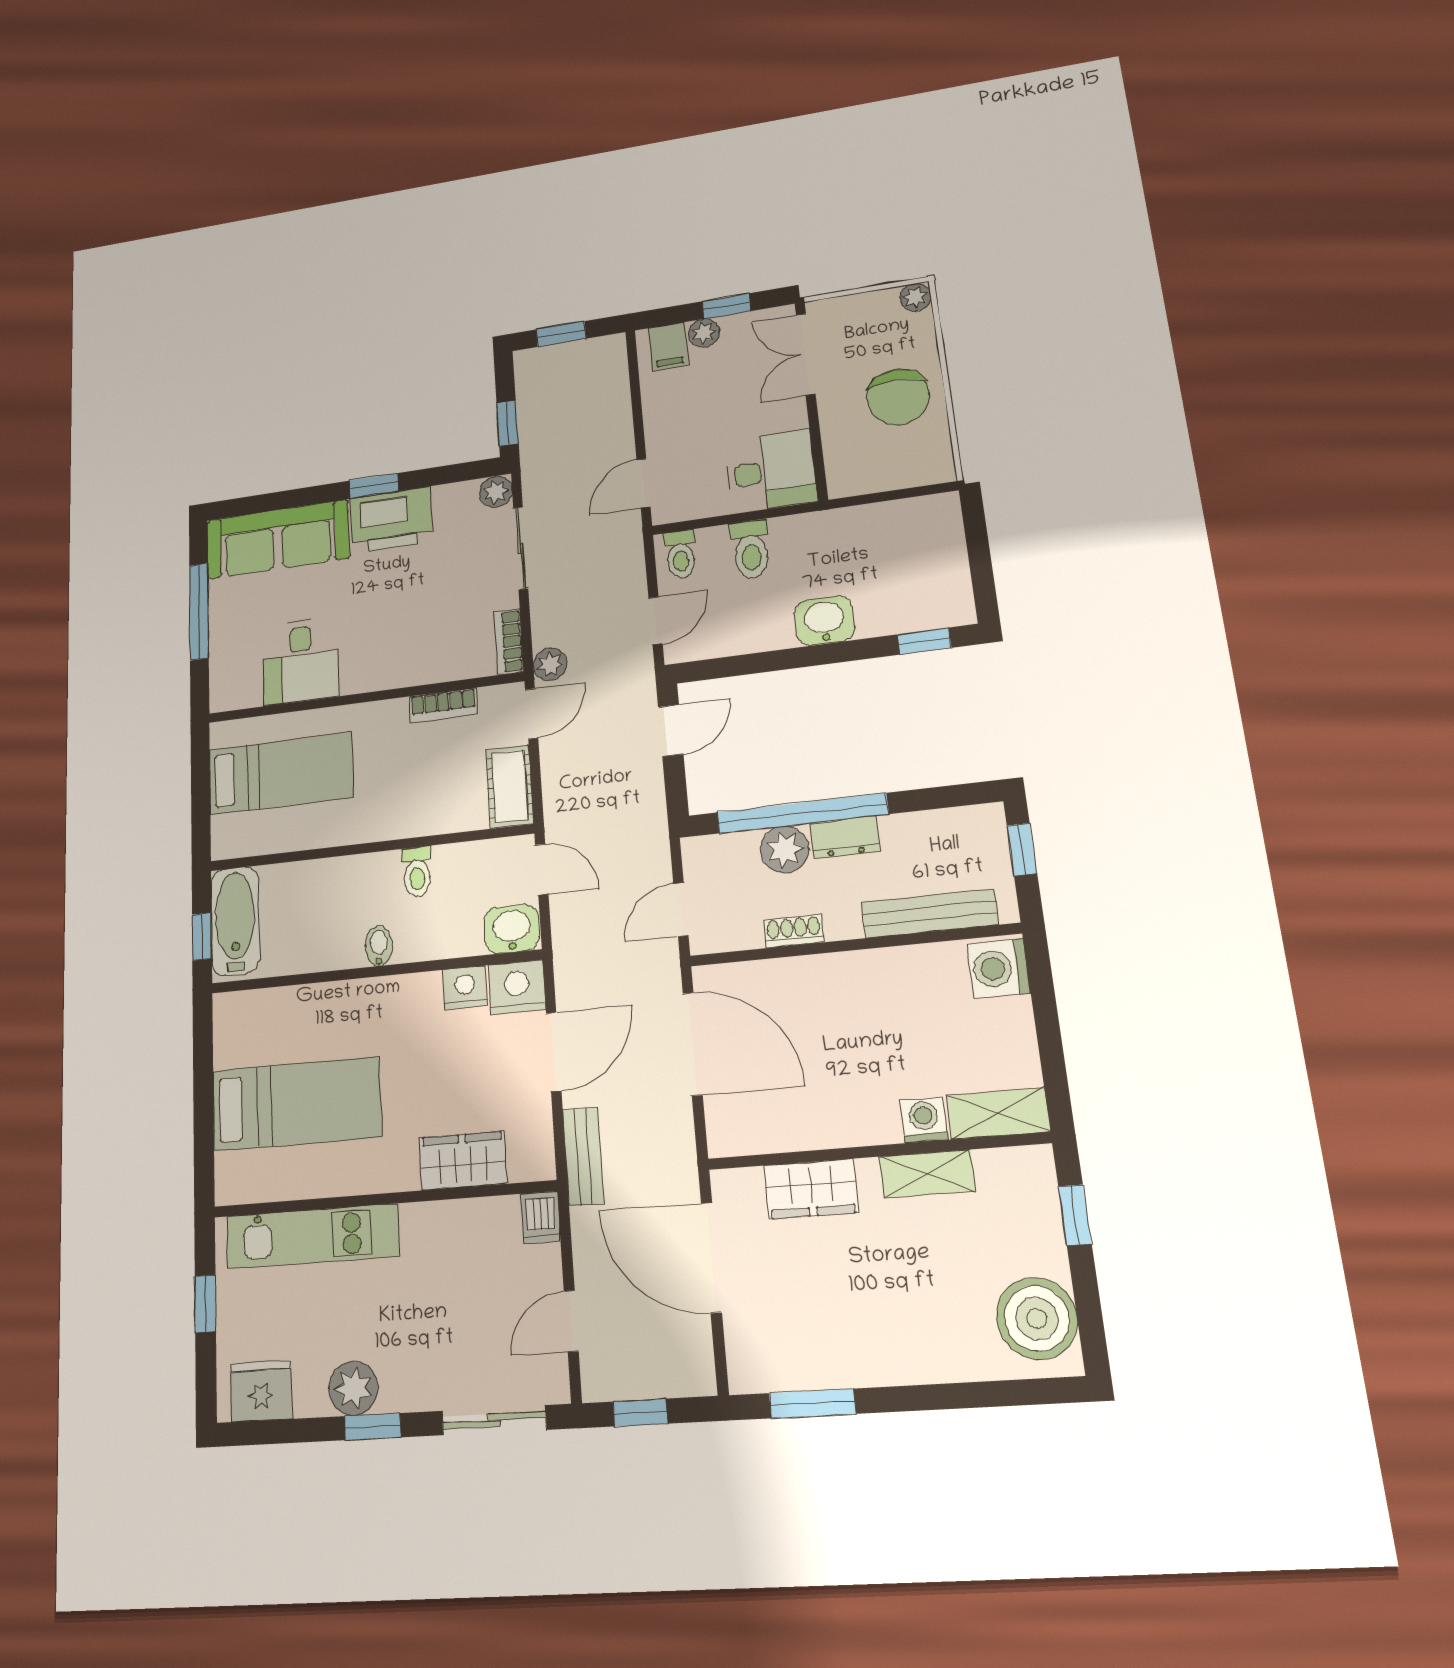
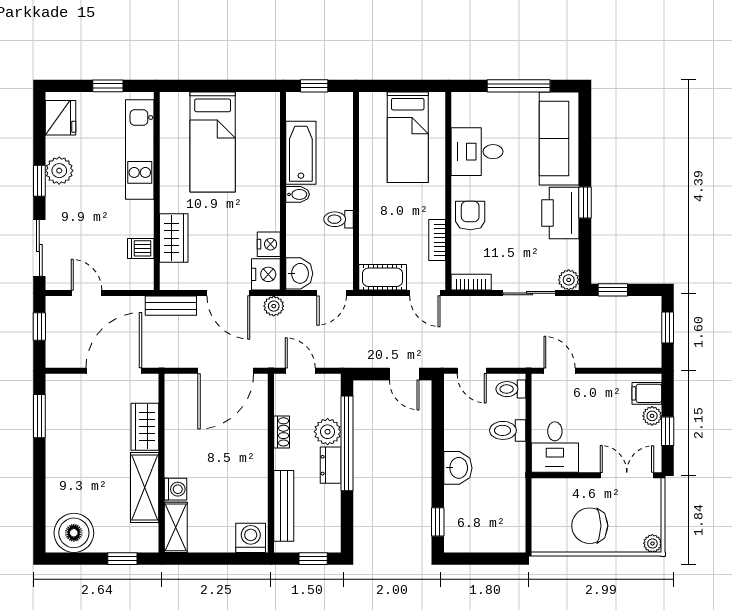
armchair: (402, 658) -> (470, 216), added
plant: (550, 664) -> (274, 306), moved
bathtub: (235, 921) -> (301, 153), moved, turned -90
shelving: (927, 1174) -> (145, 488), width x1.50, depth x1.33
dishwasher: (541, 1217) -> (141, 248), moved

